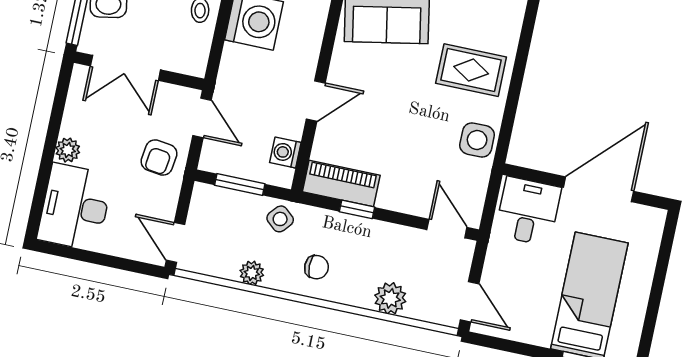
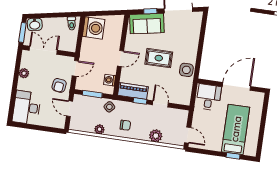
double door: (125, 68) -> (43, 50), swing flipped
rug: (471, 70) -> (159, 58), moved
door: (202, 118) -> (75, 68), hinge flipped
plant: (68, 150) -> (24, 73), moved
door: (447, 229) -> (160, 104), moved
door: (176, 242) -> (70, 109), moved

